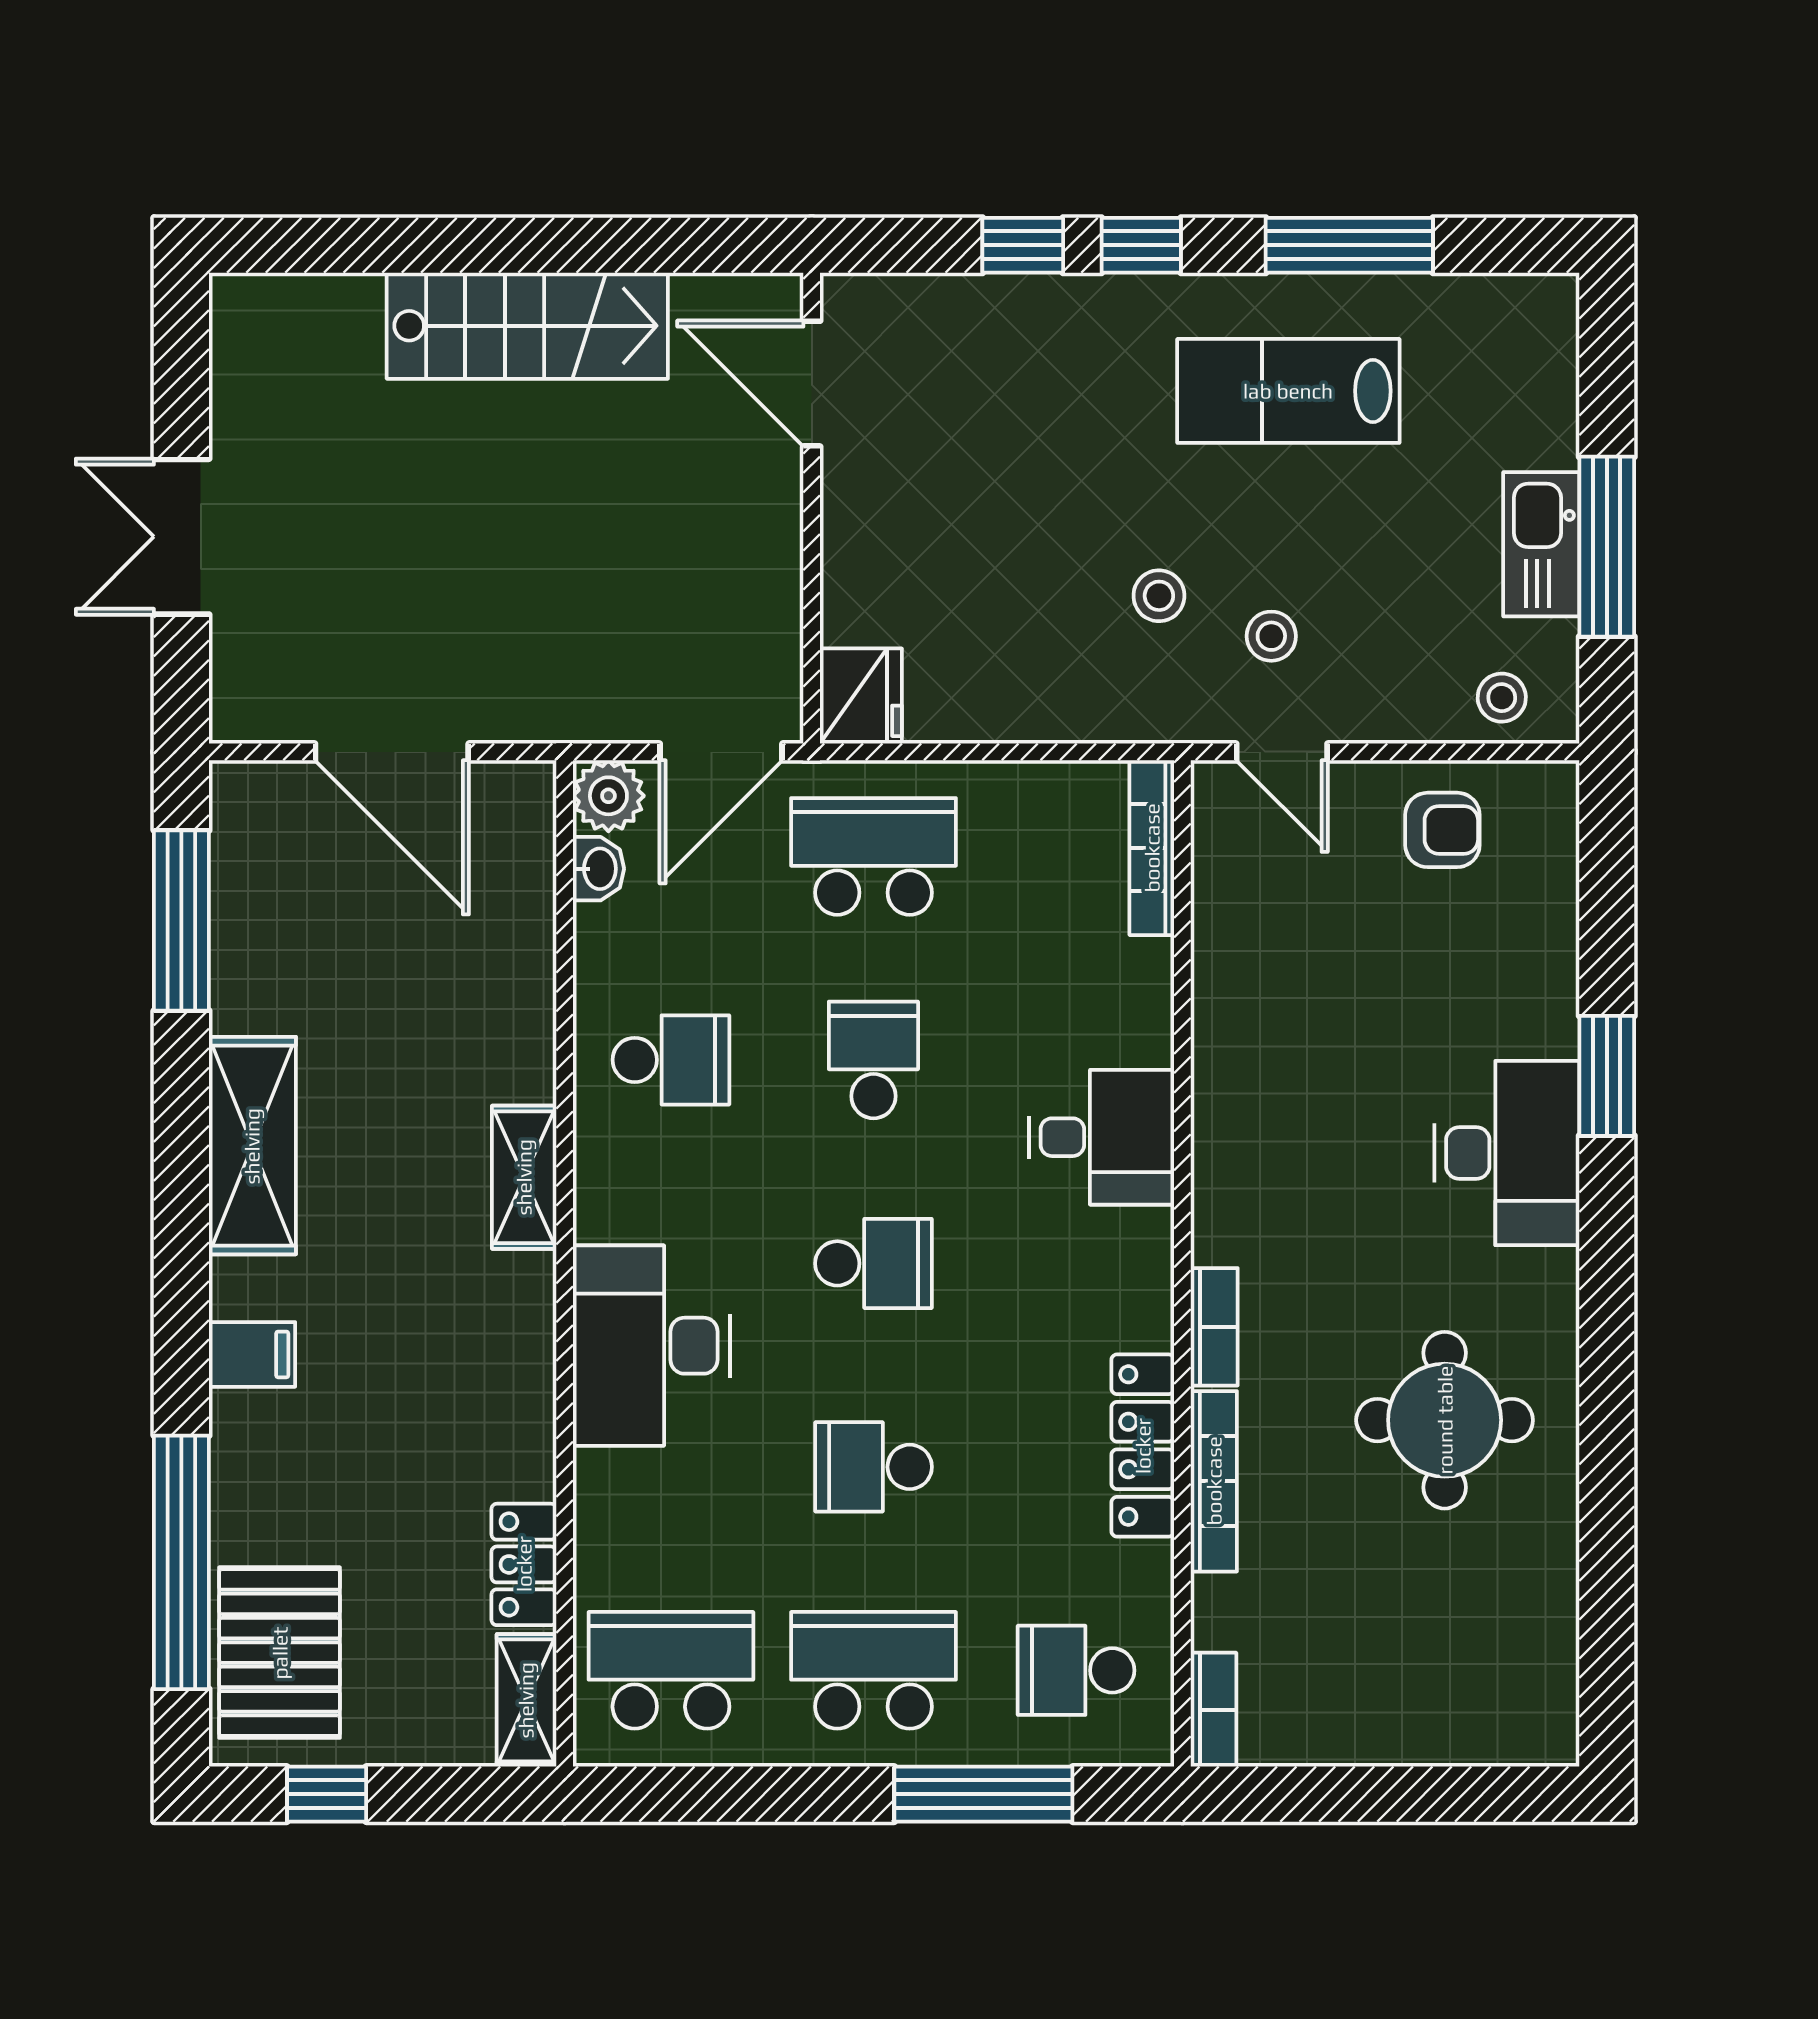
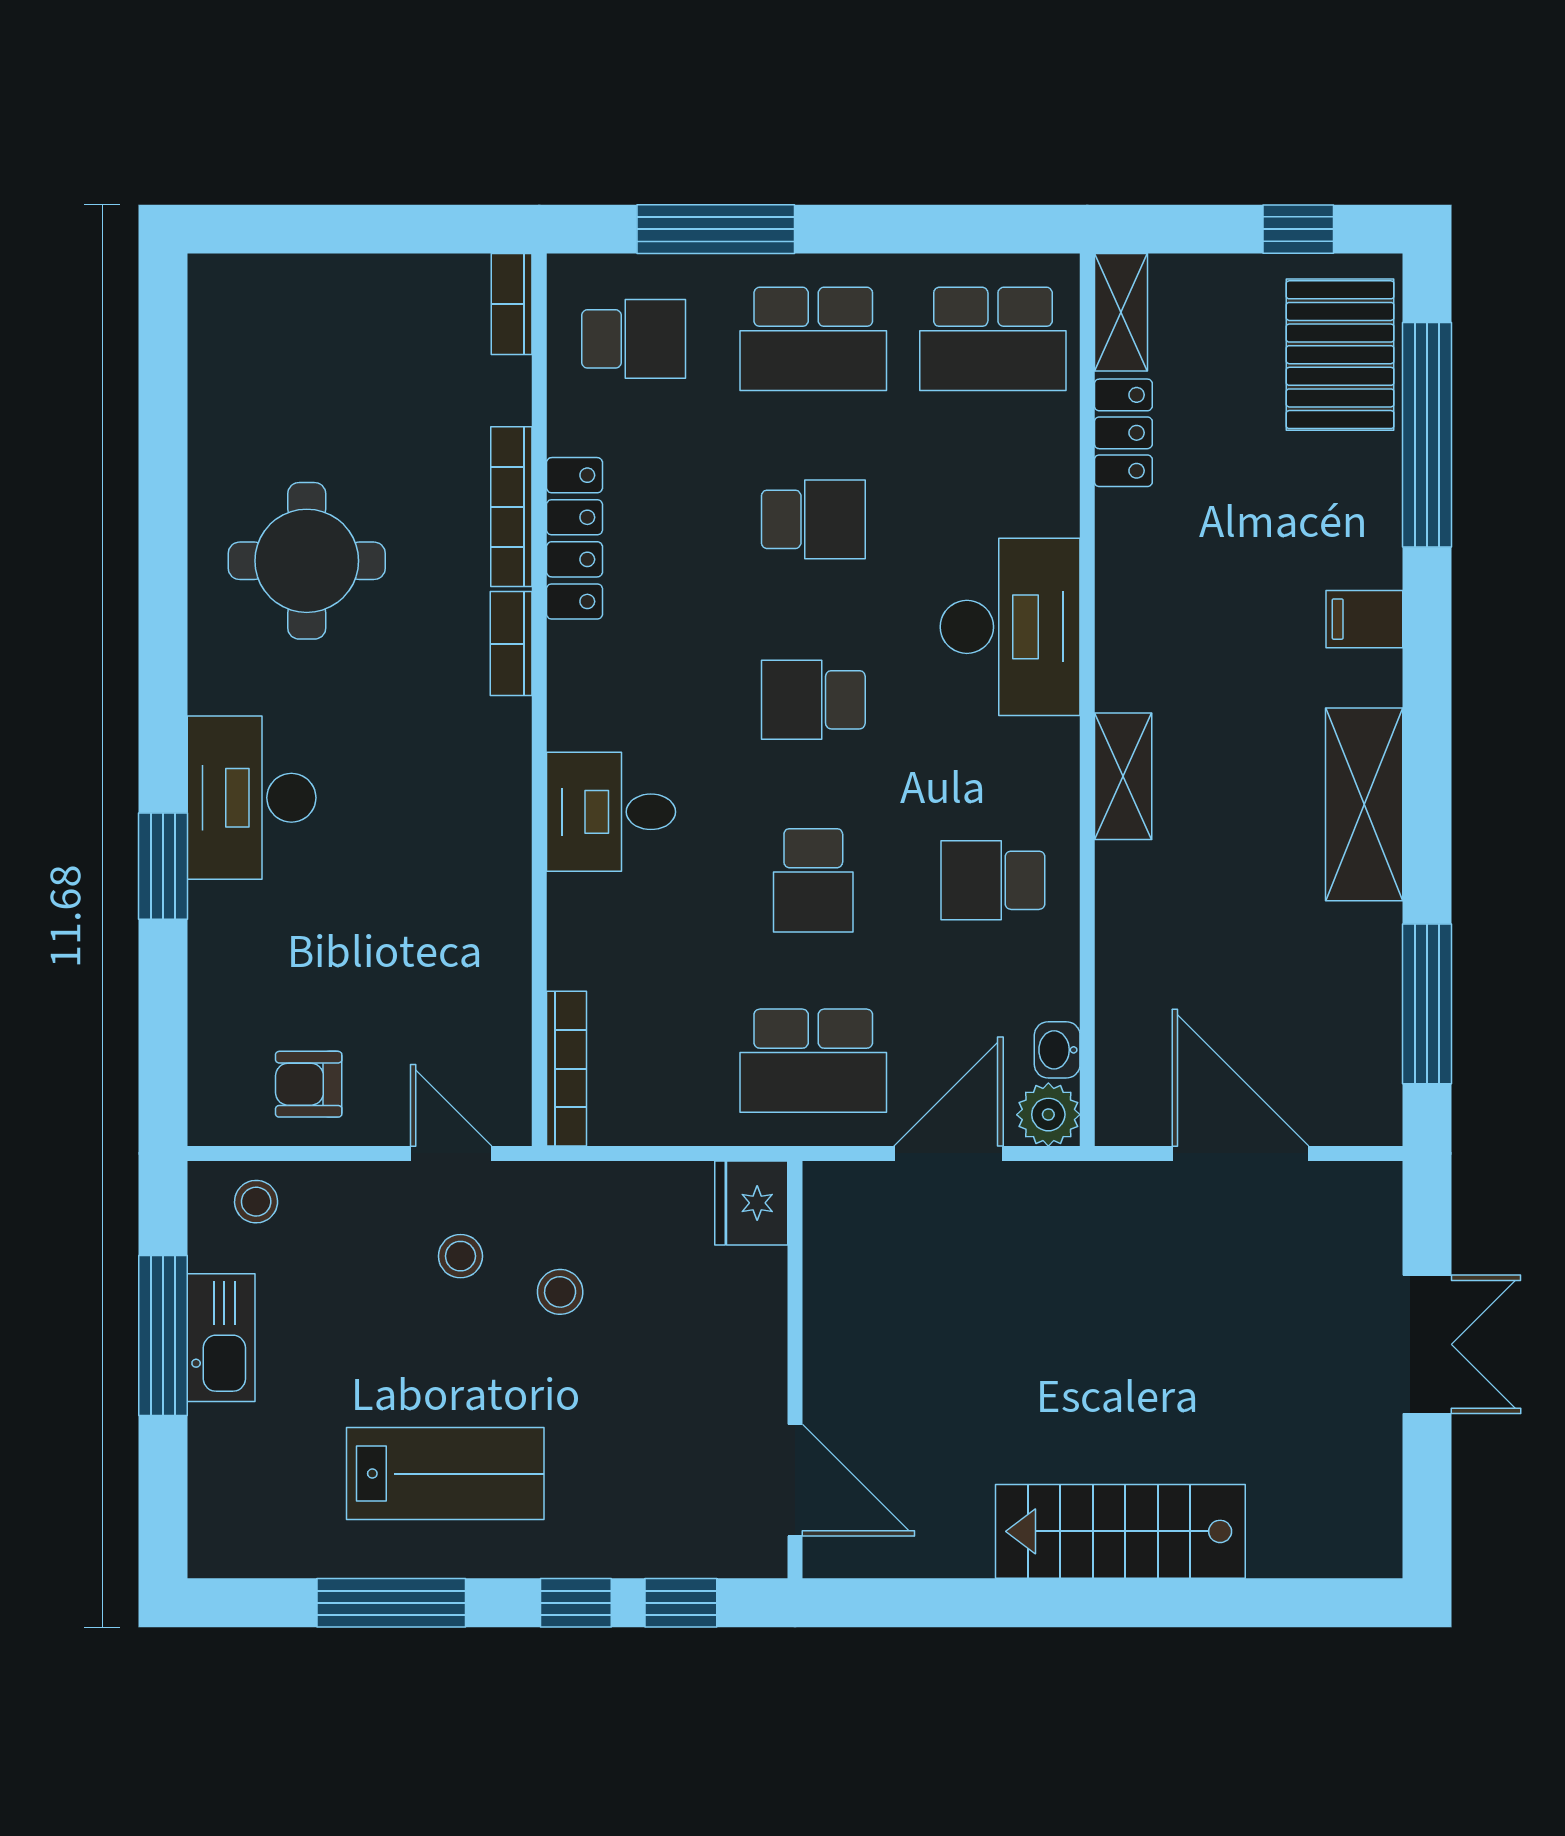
door: (812, 384) -> (795, 1480), moved
wall: (812, 508) -> (795, 1370), moved
fridge: (861, 696) -> (751, 1203), moved

